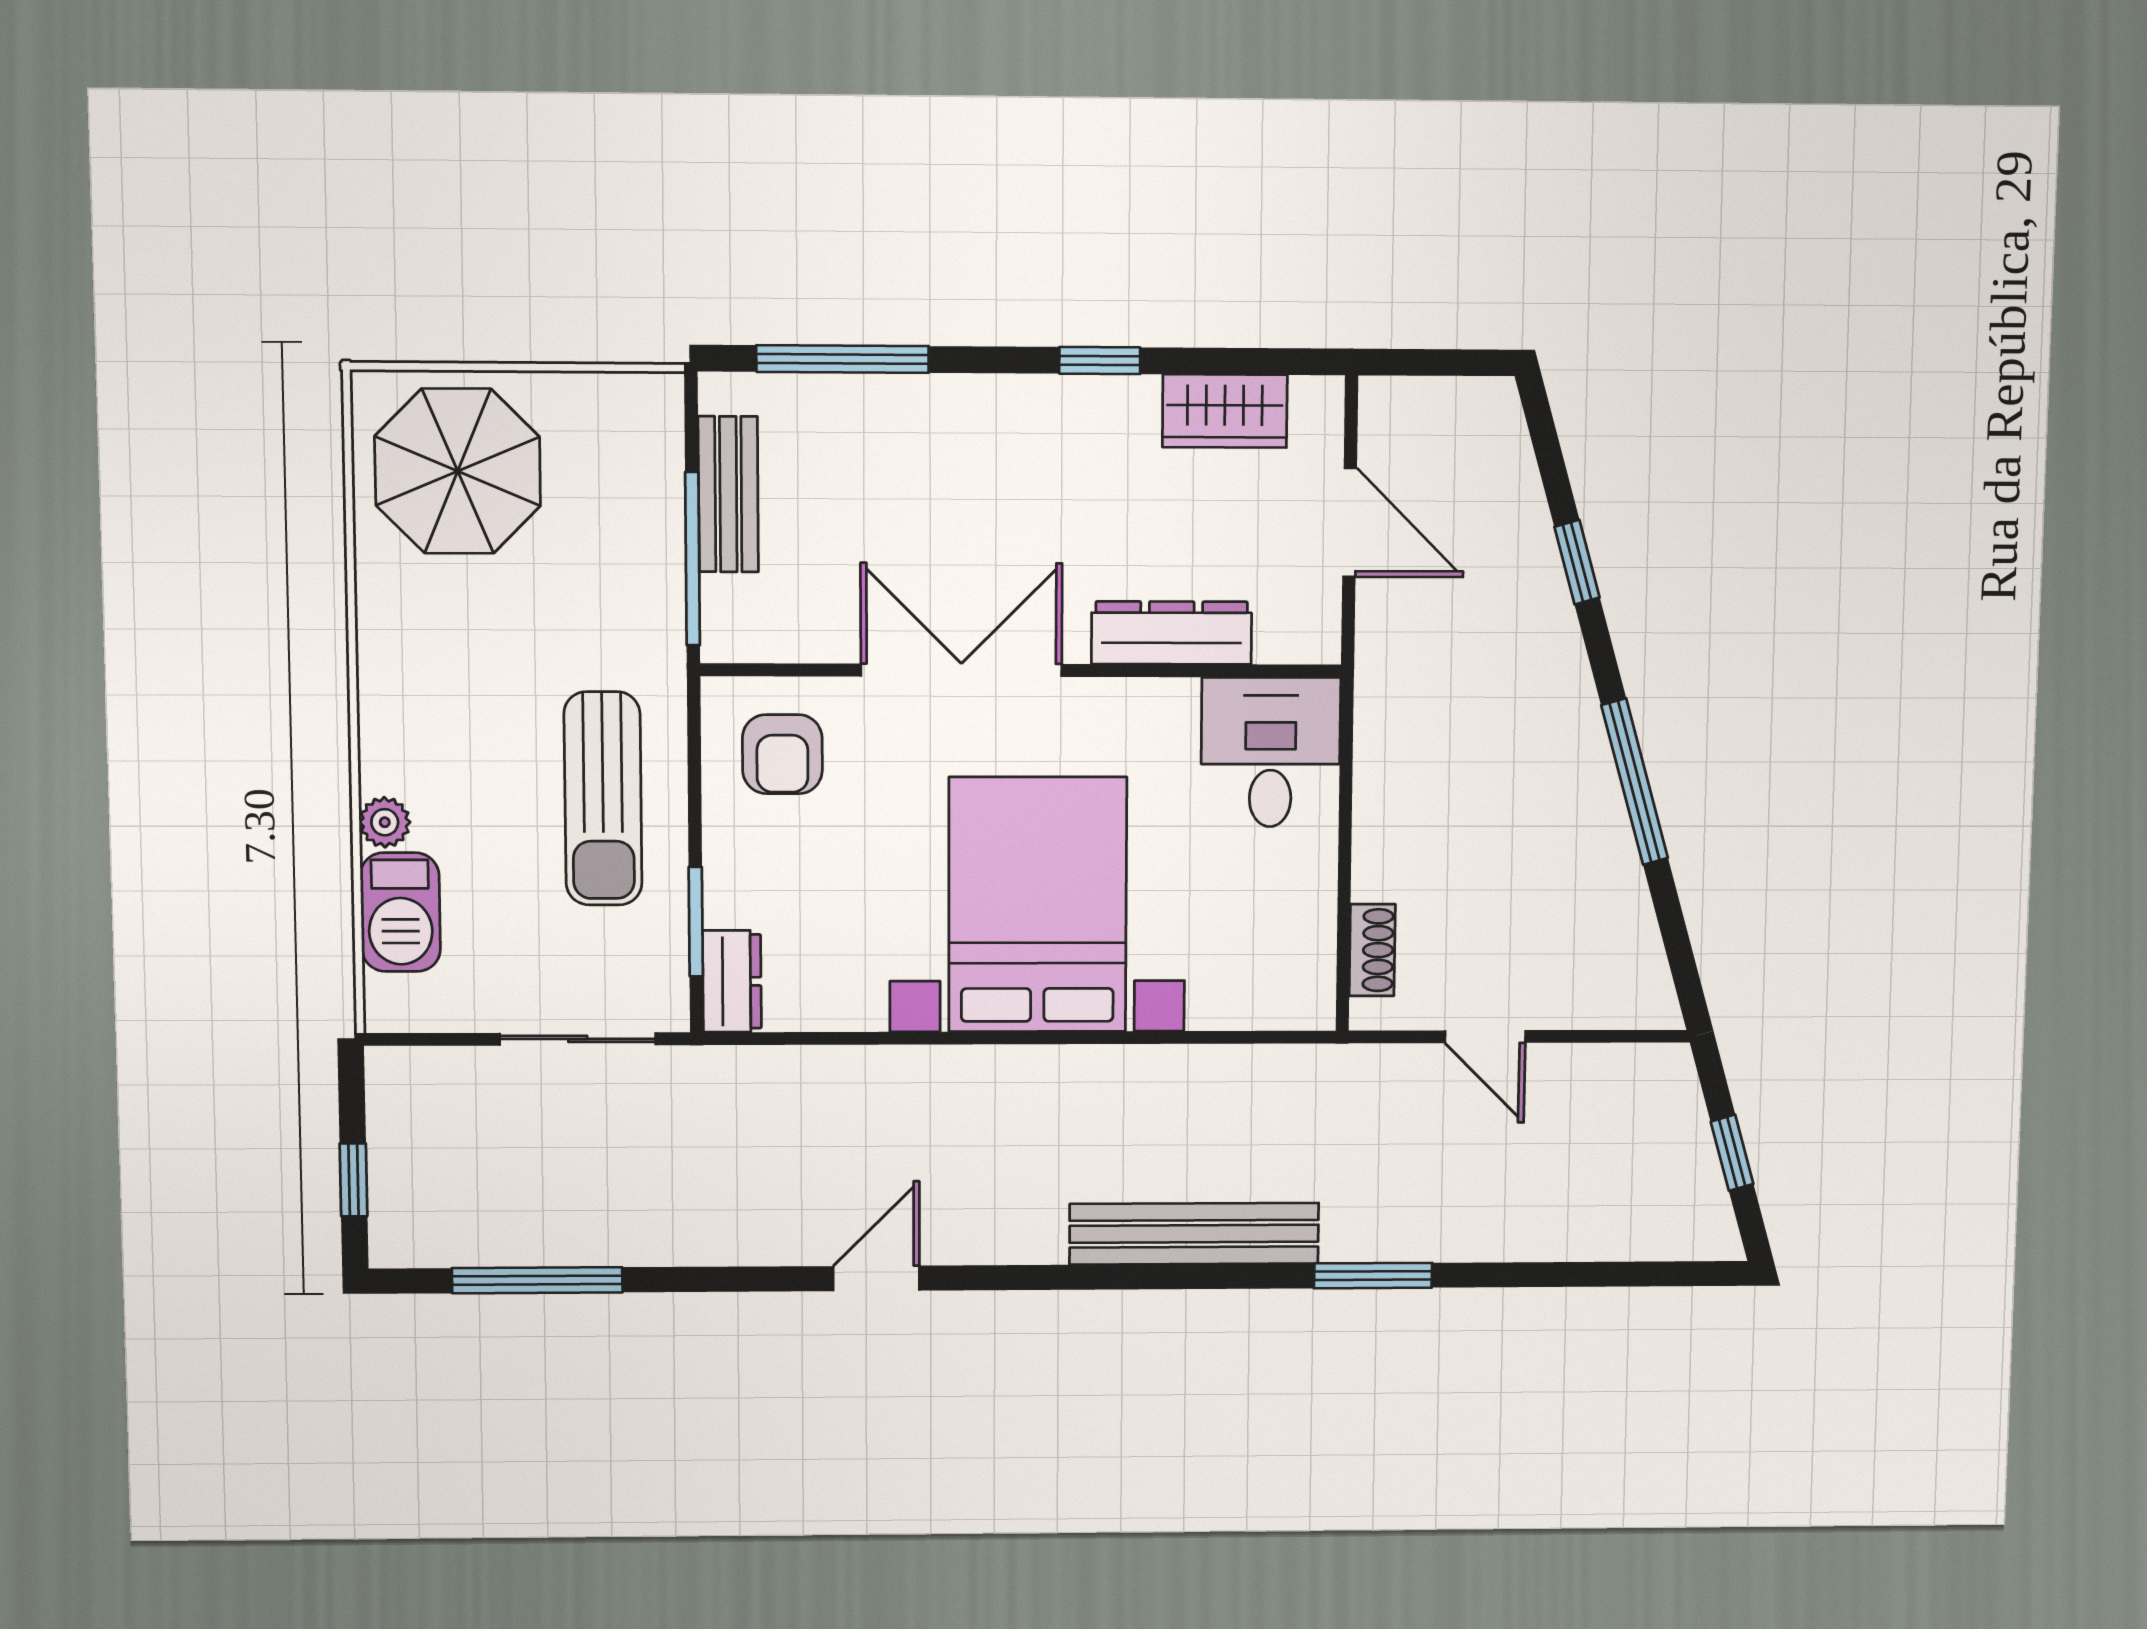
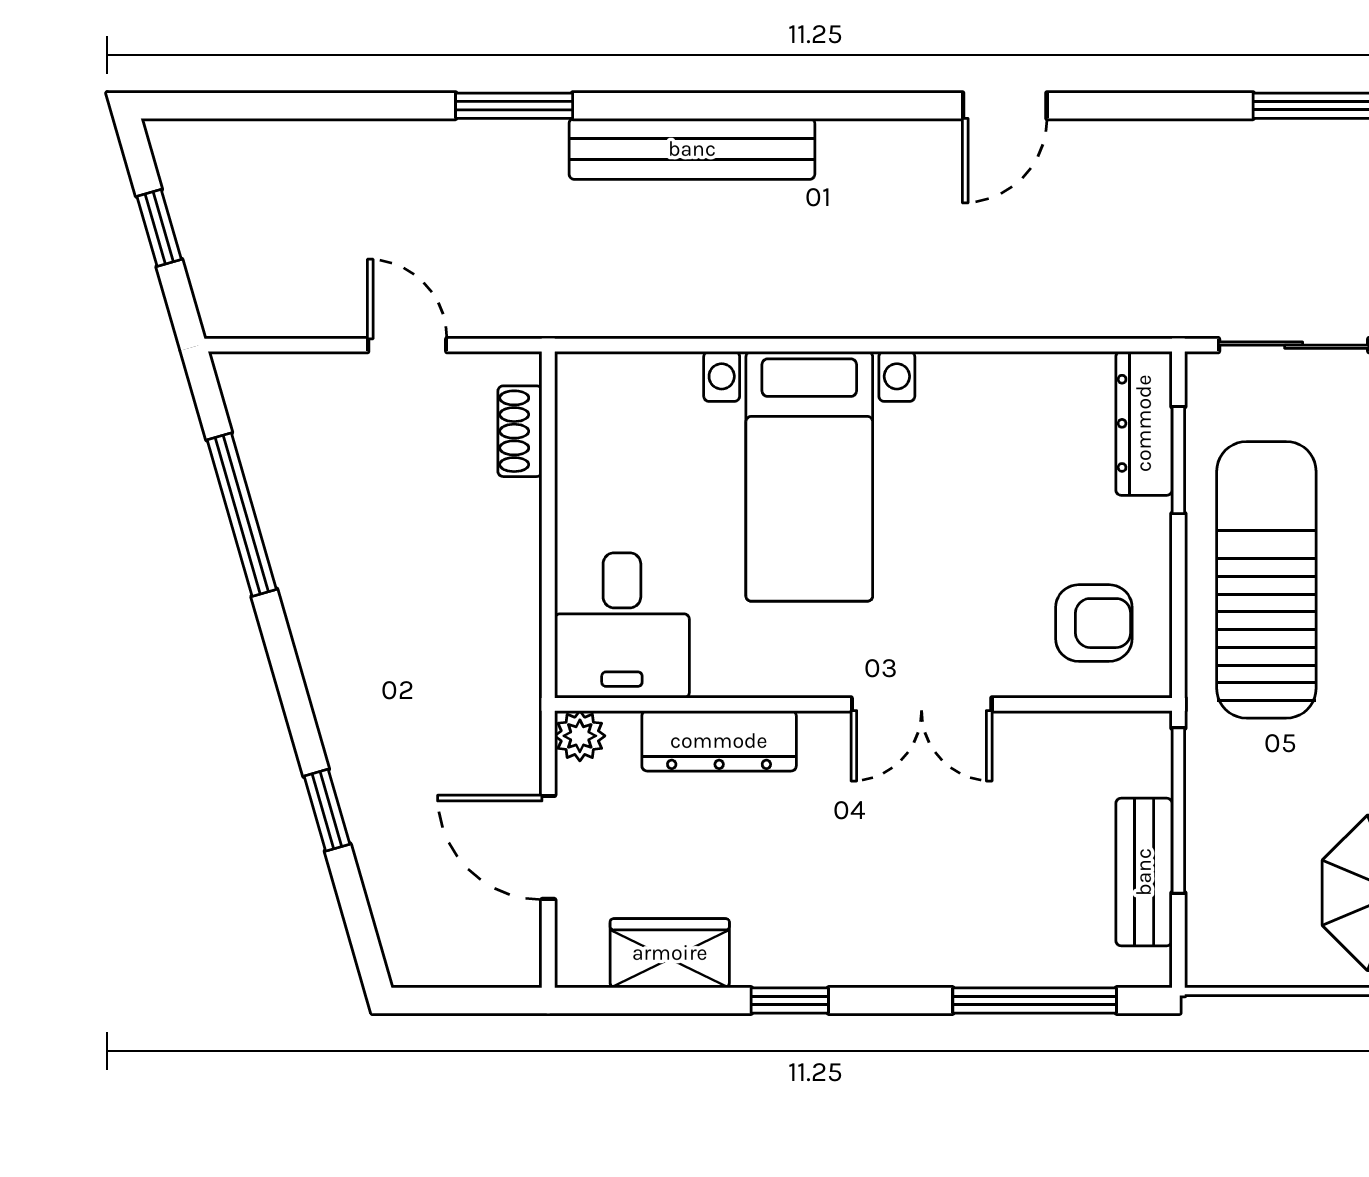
plant: (1315, 638) -> (580, 736), added
double door: (961, 670) -> (922, 704), width x0.73
armchair: (782, 754) -> (1094, 623), turned 90
window: (1635, 782) -> (242, 515), moved
sun lounger: (603, 799) -> (1266, 580), width x1.36, depth x1.34
bed with nightstands: (1038, 905) -> (809, 476), width x0.73
dresser: (732, 981) -> (1144, 423), width x1.44

